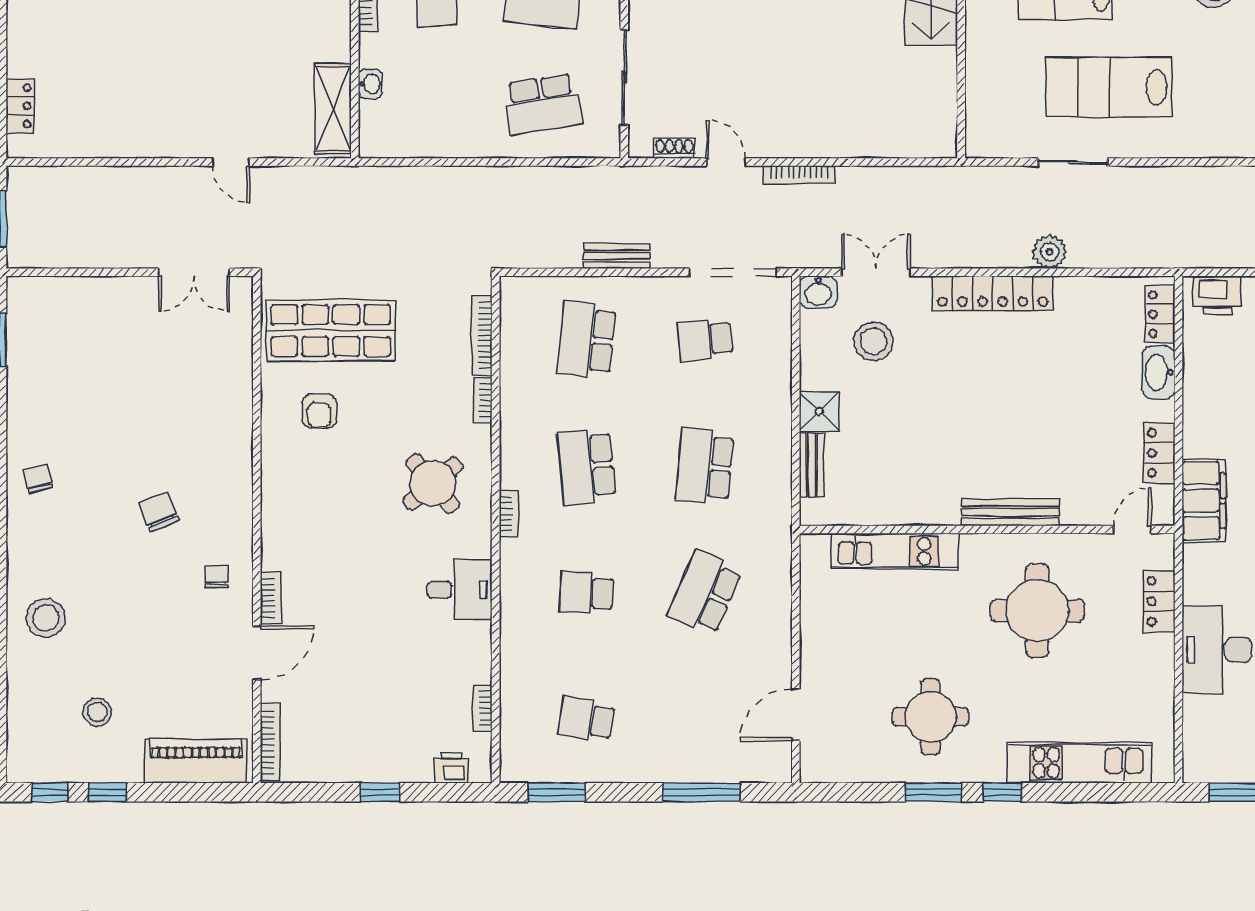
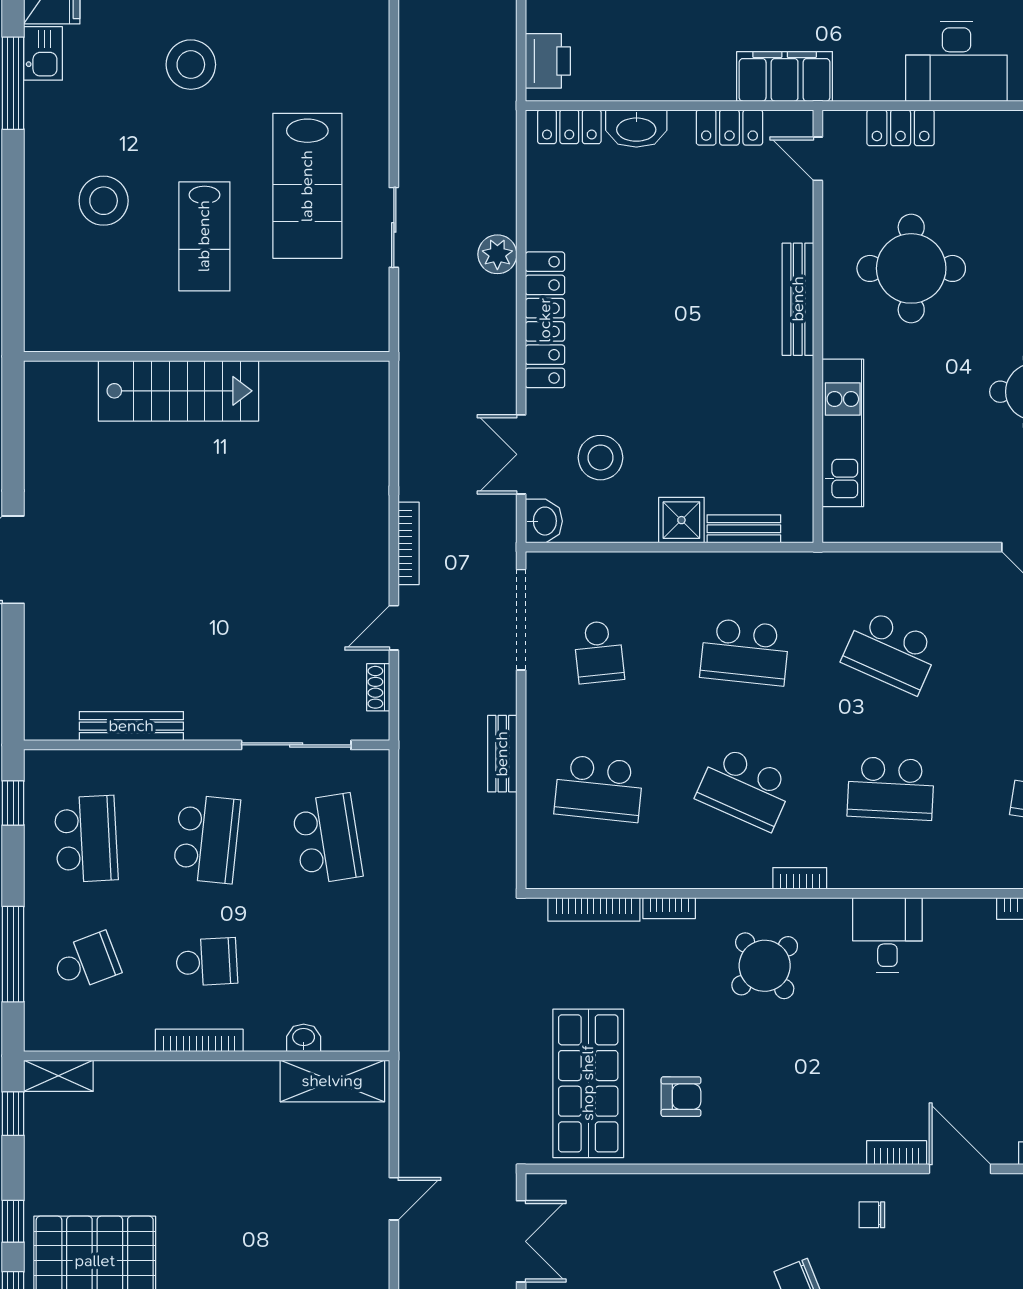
school desk: (586, 466) -> (745, 788), turned 30
school desk: (586, 593) -> (891, 788), width x1.85

